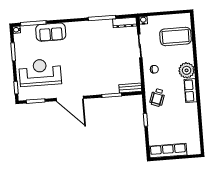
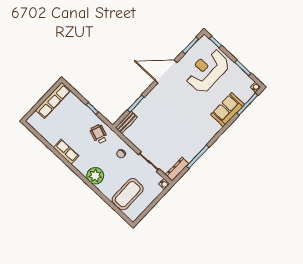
reception desk: (40, 72) -> (207, 71), turned 180
row of seats: (190, 91) -> (66, 152), moved

